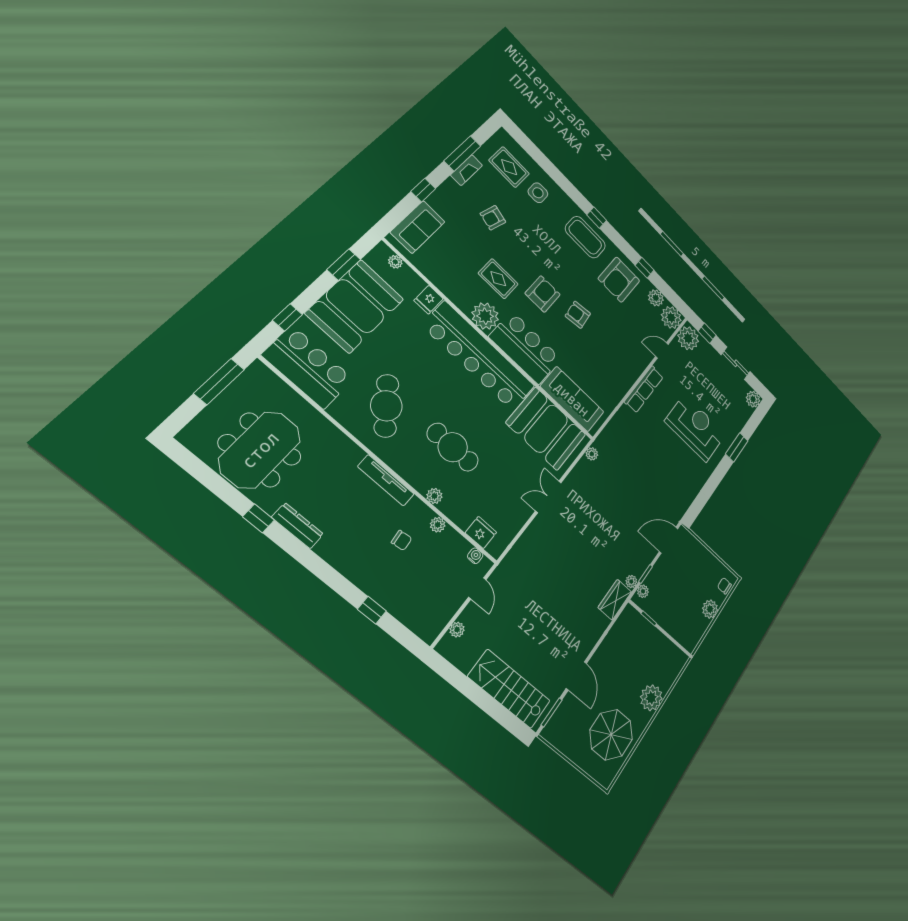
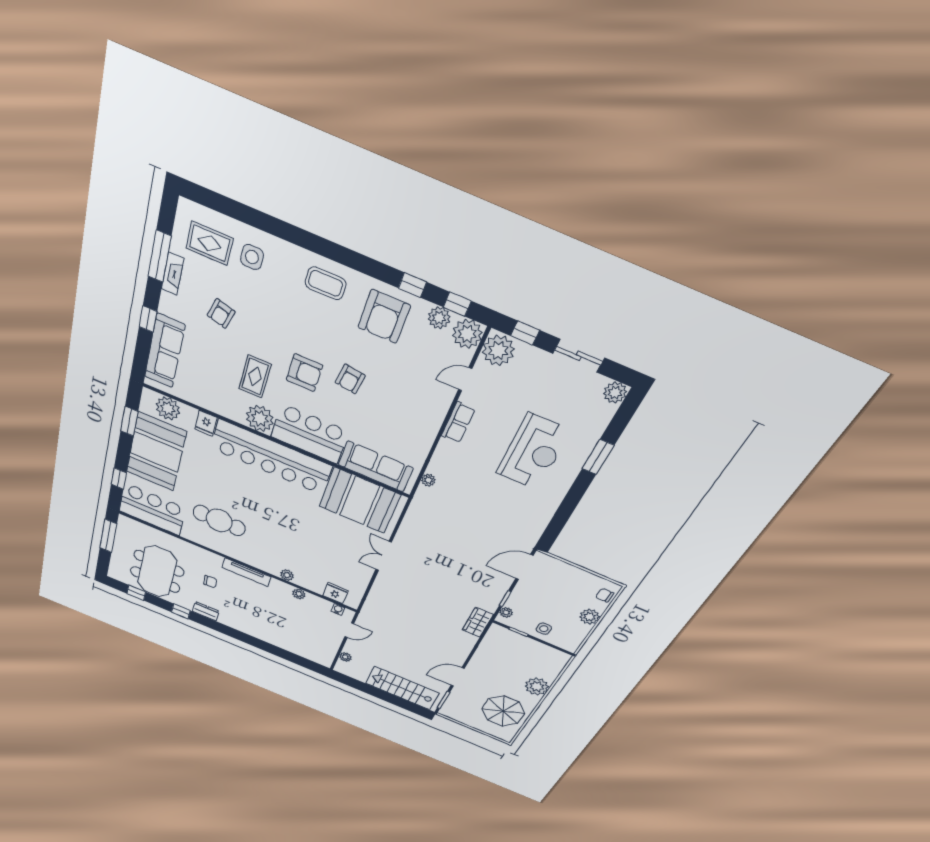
window: (597, 218) -> (457, 304), moved
sofa: (418, 227) -> (165, 351), width x1.36
coffee table: (585, 237) -> (325, 283), width x0.73, depth x0.76
plant: (395, 262) -> (168, 408), width x1.88, depth x1.88
rug: (498, 279) -> (255, 376), turned 90
armchair: (543, 294) -> (304, 373), turned 90
armchair: (578, 315) -> (350, 379), turned -75
row of seats: (644, 389) -> (458, 423), width x0.68
cafe table: (386, 406) -> (219, 520), turned -52
reception desk: (695, 428) -> (533, 452), turned 90
cafe table: (453, 447) -> (284, 537), removed
plant: (592, 454) -> (428, 480), moved
dresser: (298, 526) -> (206, 611), width x0.70
chair: (402, 540) -> (210, 582), moved
plant: (631, 582) -> (491, 607), removed
door: (477, 588) -> (349, 630), hinge flipped
window: (372, 610) -> (136, 593), moved
side table: (671, 618) -> (544, 629), added
door: (576, 676) -> (458, 677), swing flipped

